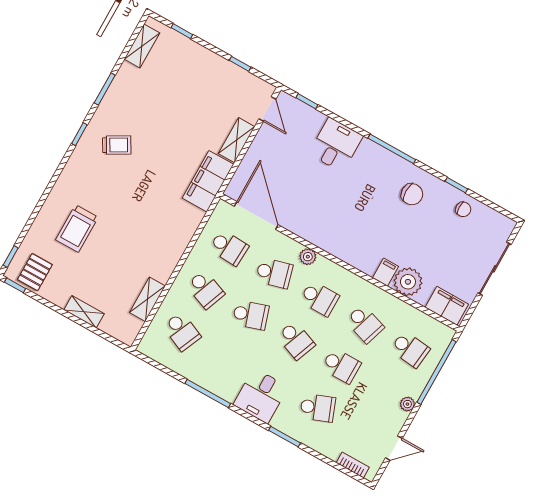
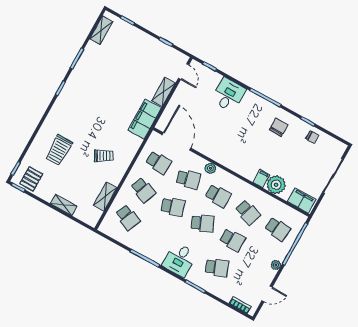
trolley: (117, 145) -> (104, 156), moved
chair: (412, 194) -> (279, 127), turned -90
school desk: (296, 340) -> (203, 223), turned -45

